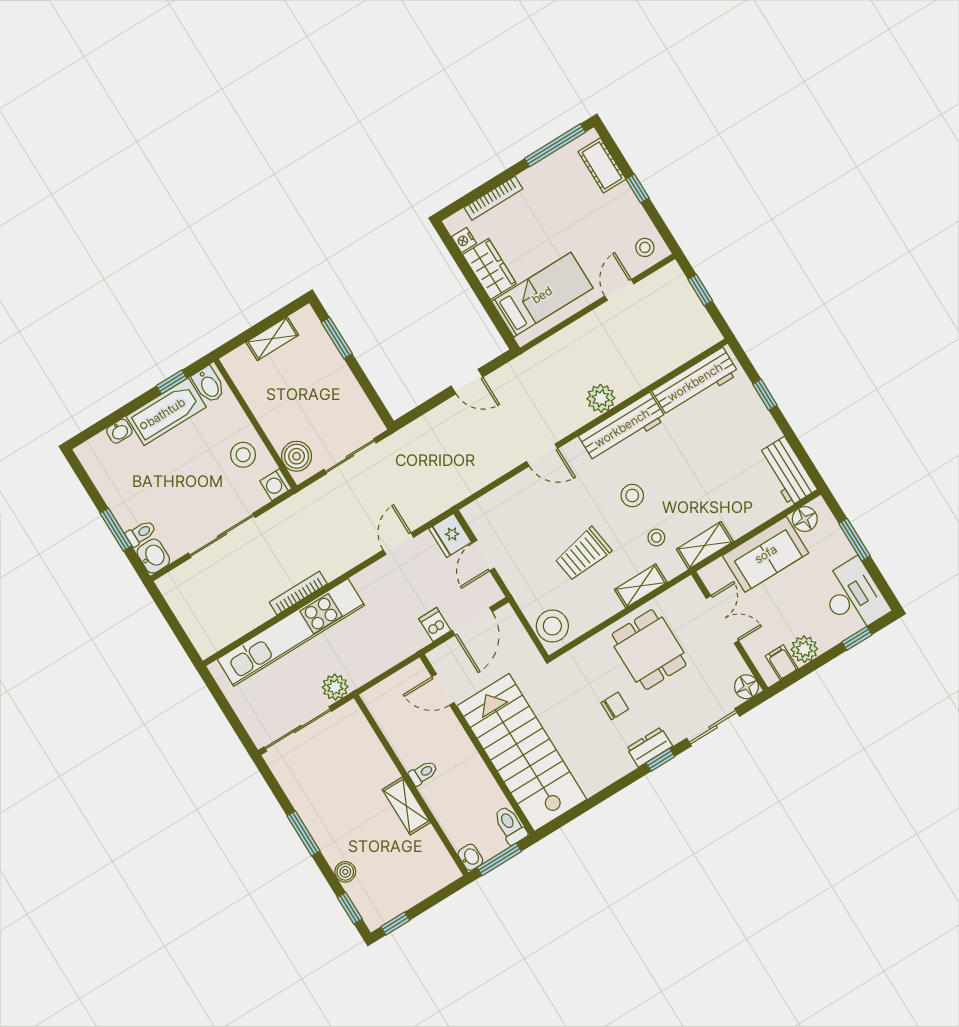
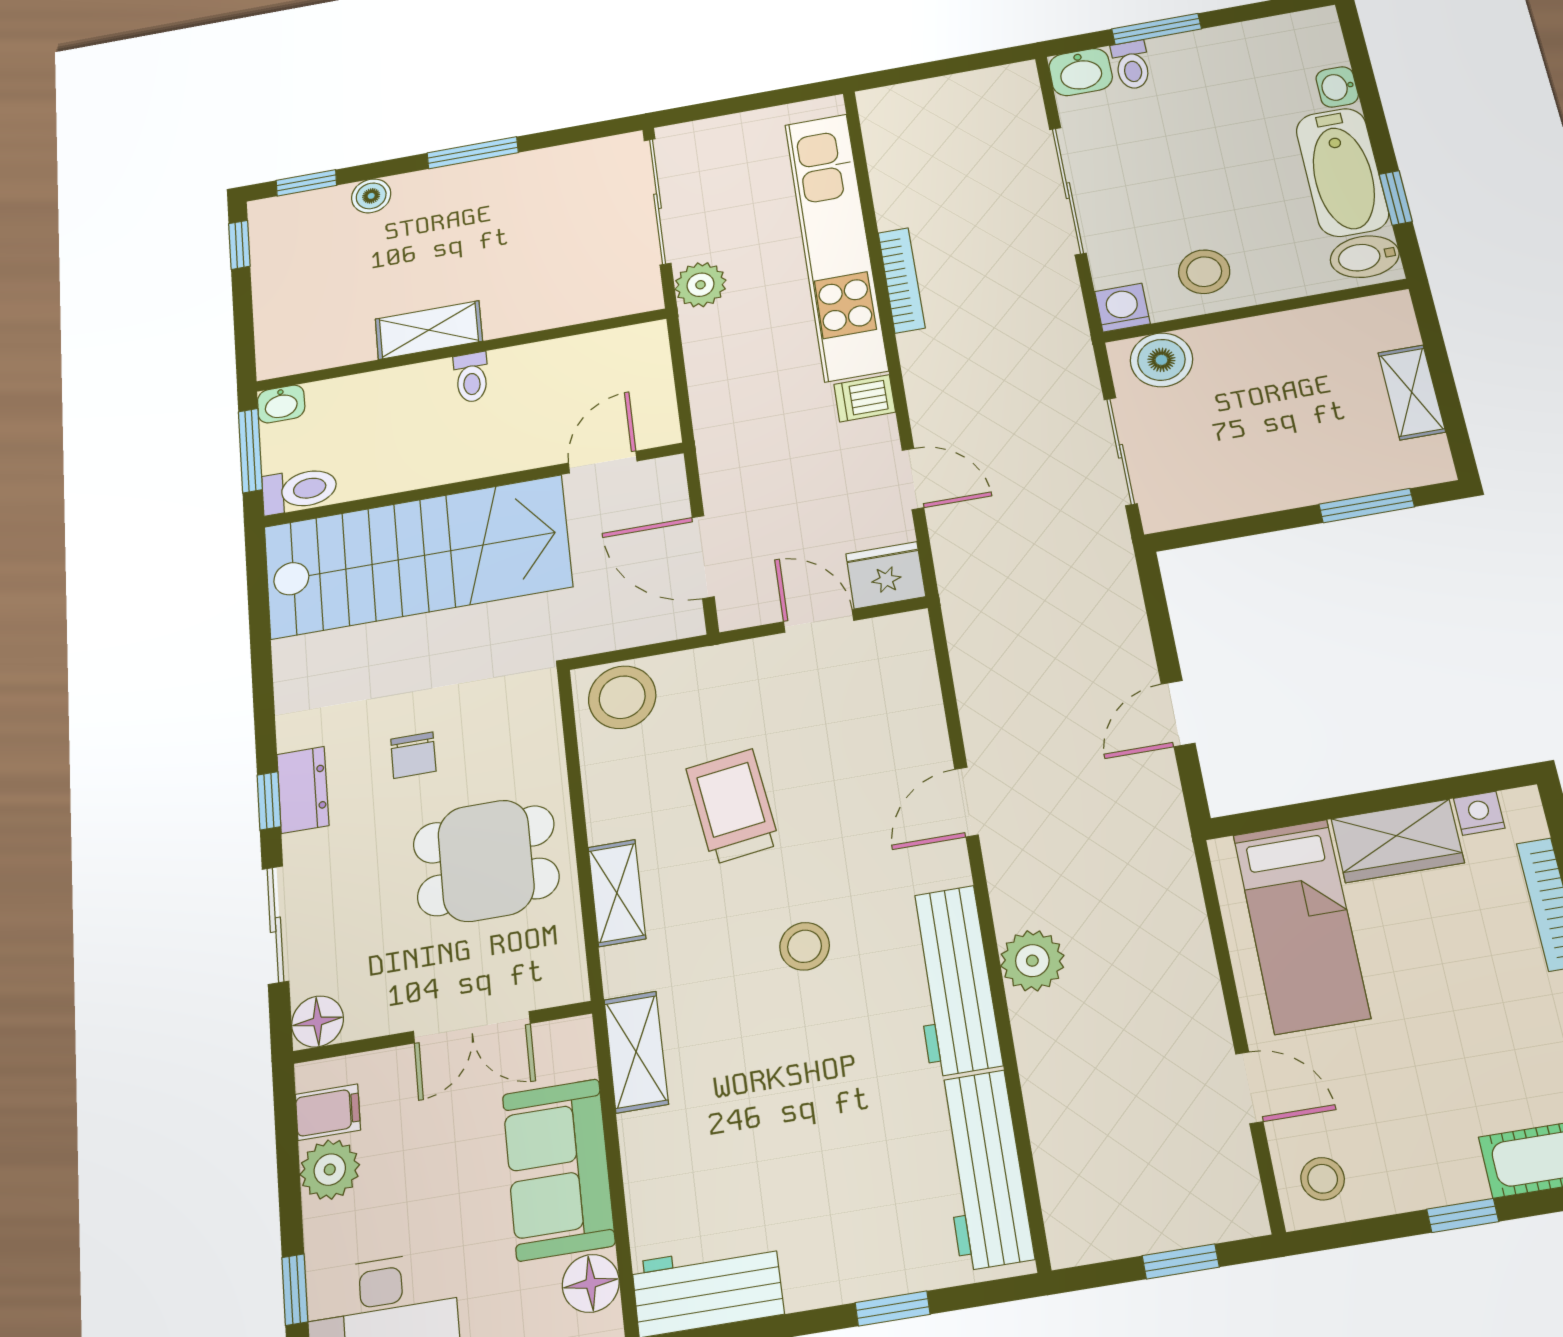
stool: (656, 537) -> (698, 961), removed
dishwasher: (435, 625) -> (865, 398), moved, turned 180

